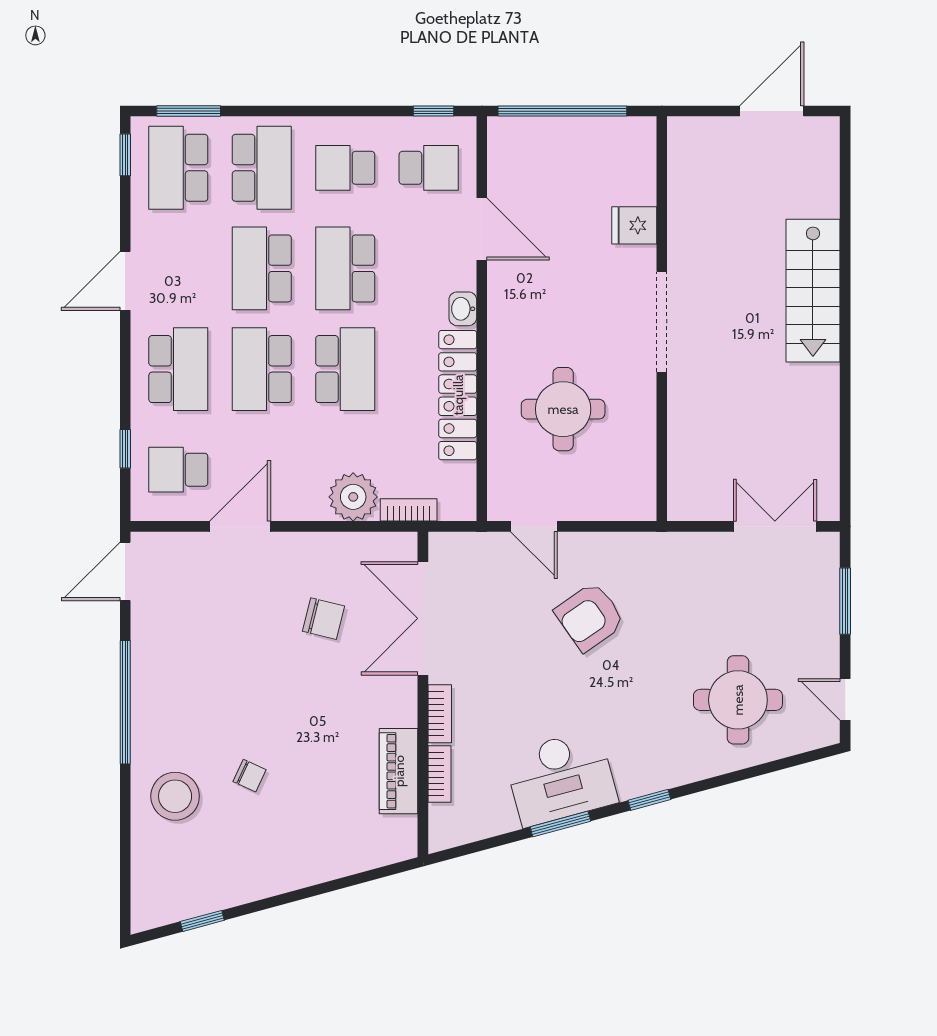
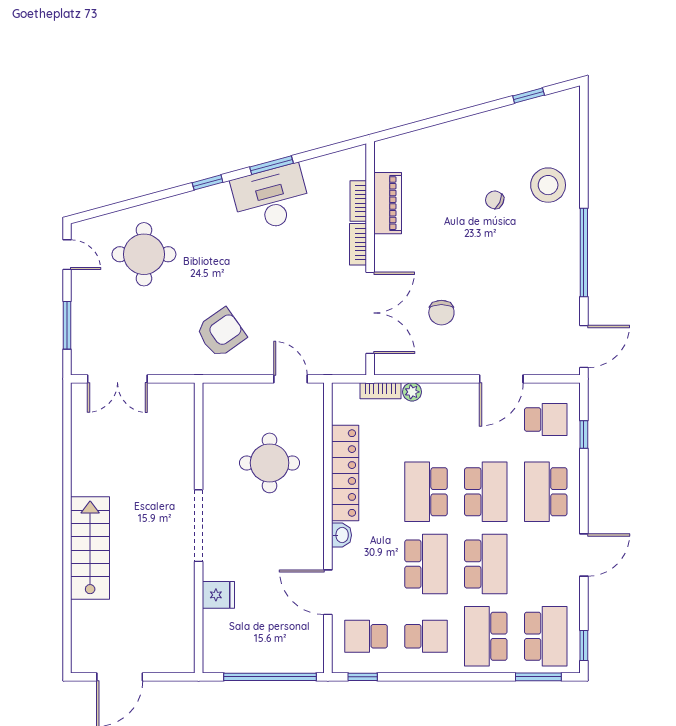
plant: (353, 497) -> (412, 392), width x0.53, depth x0.53
armchair: (590, 617) -> (221, 333), moved
chair: (324, 619) -> (441, 313), turned -104

